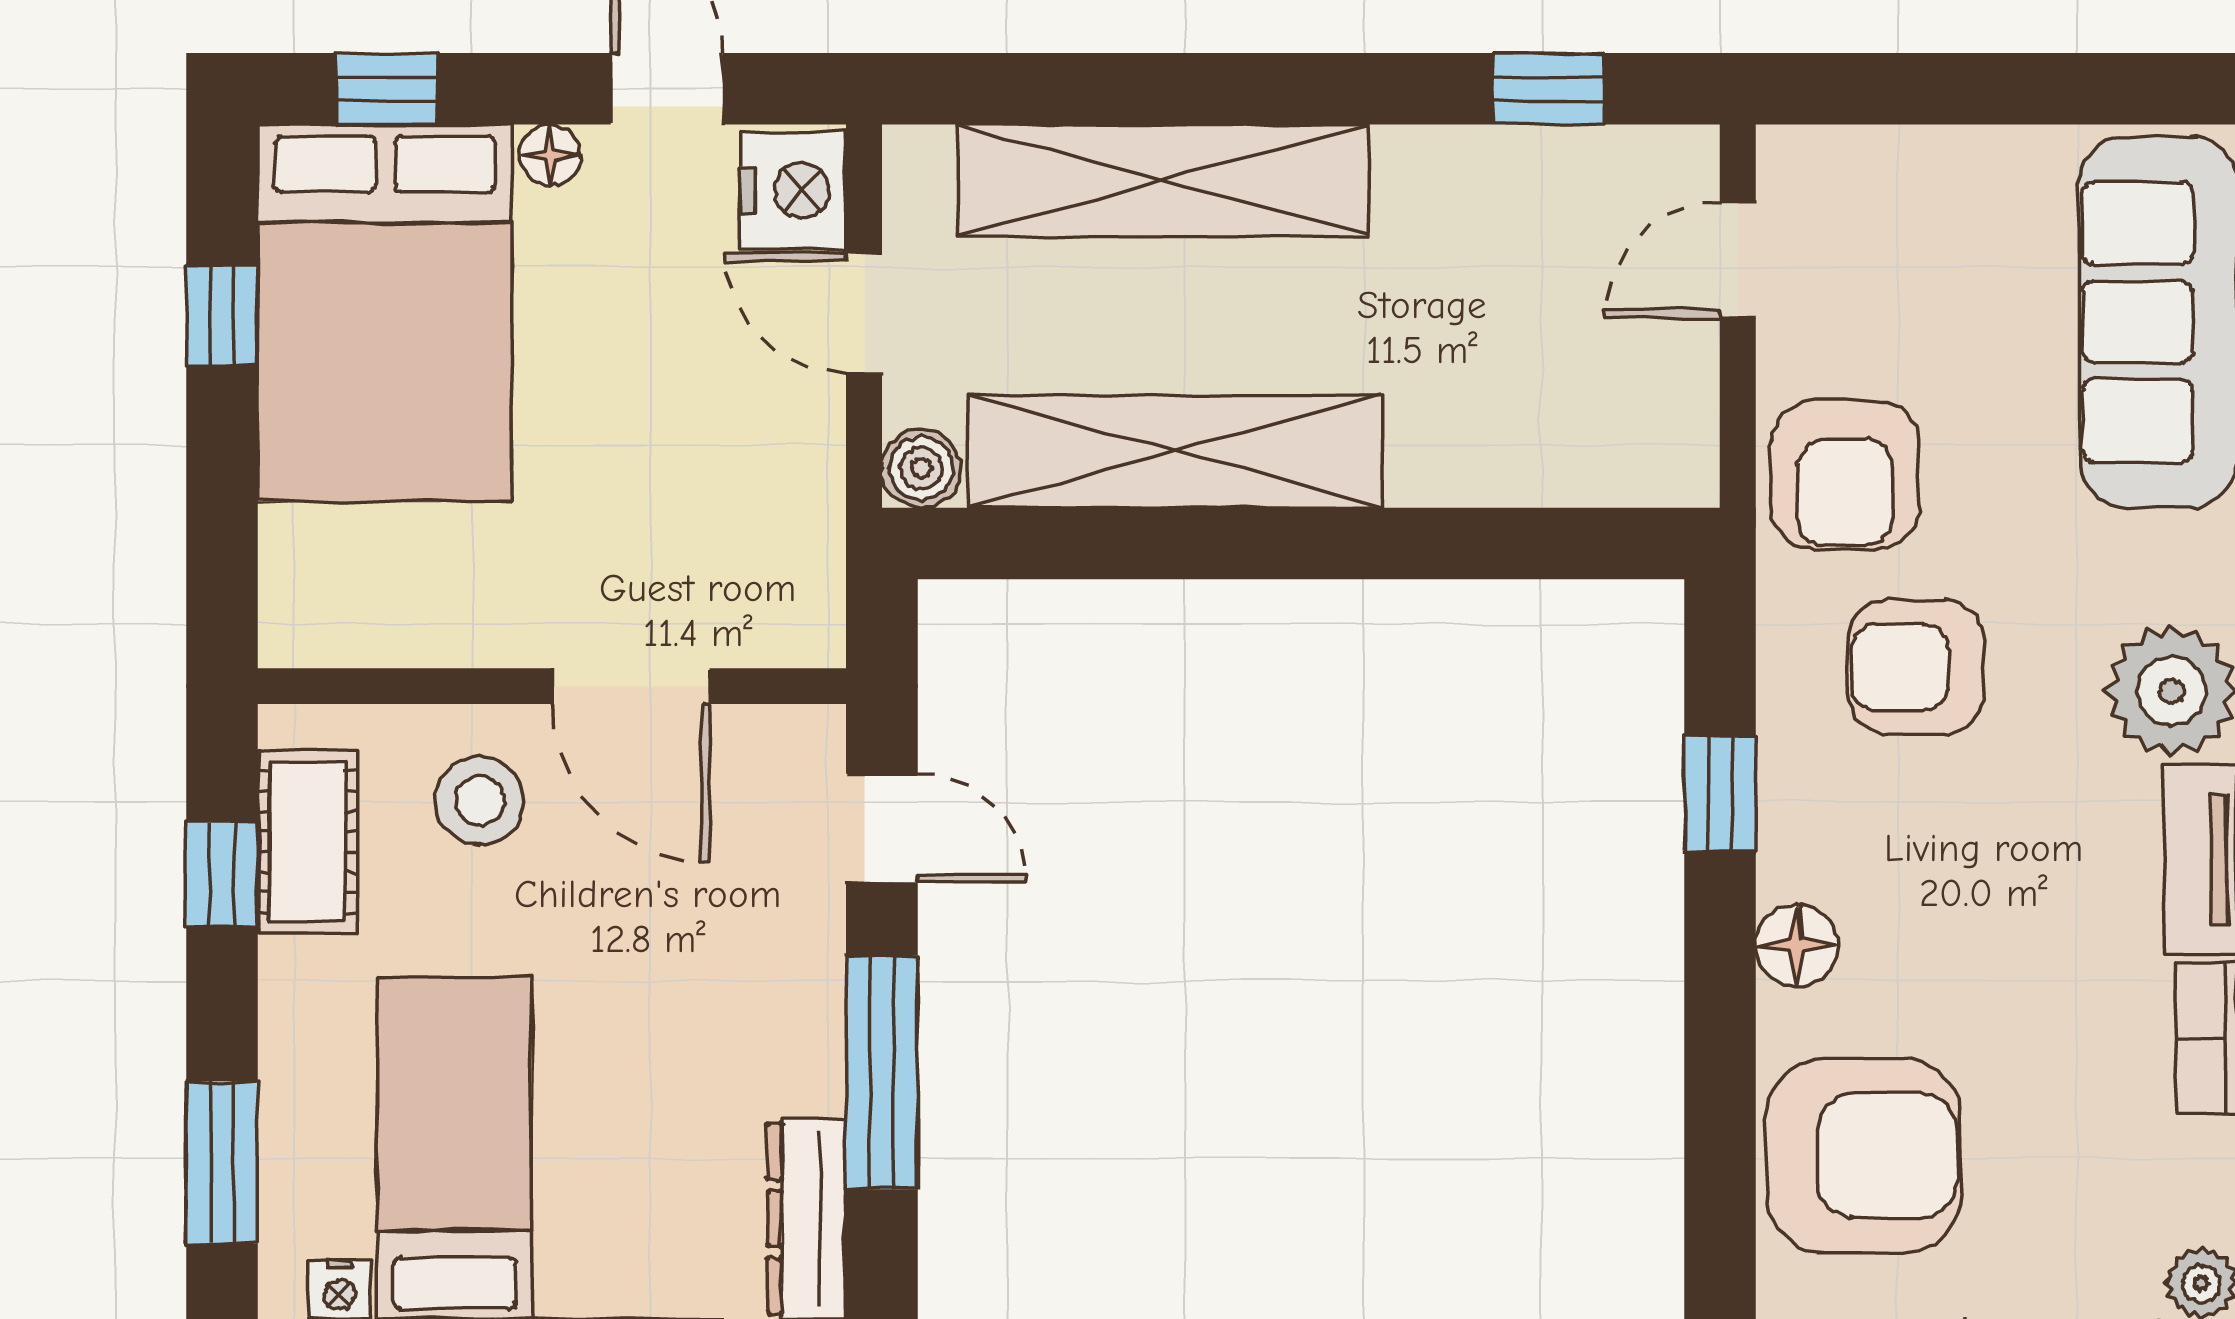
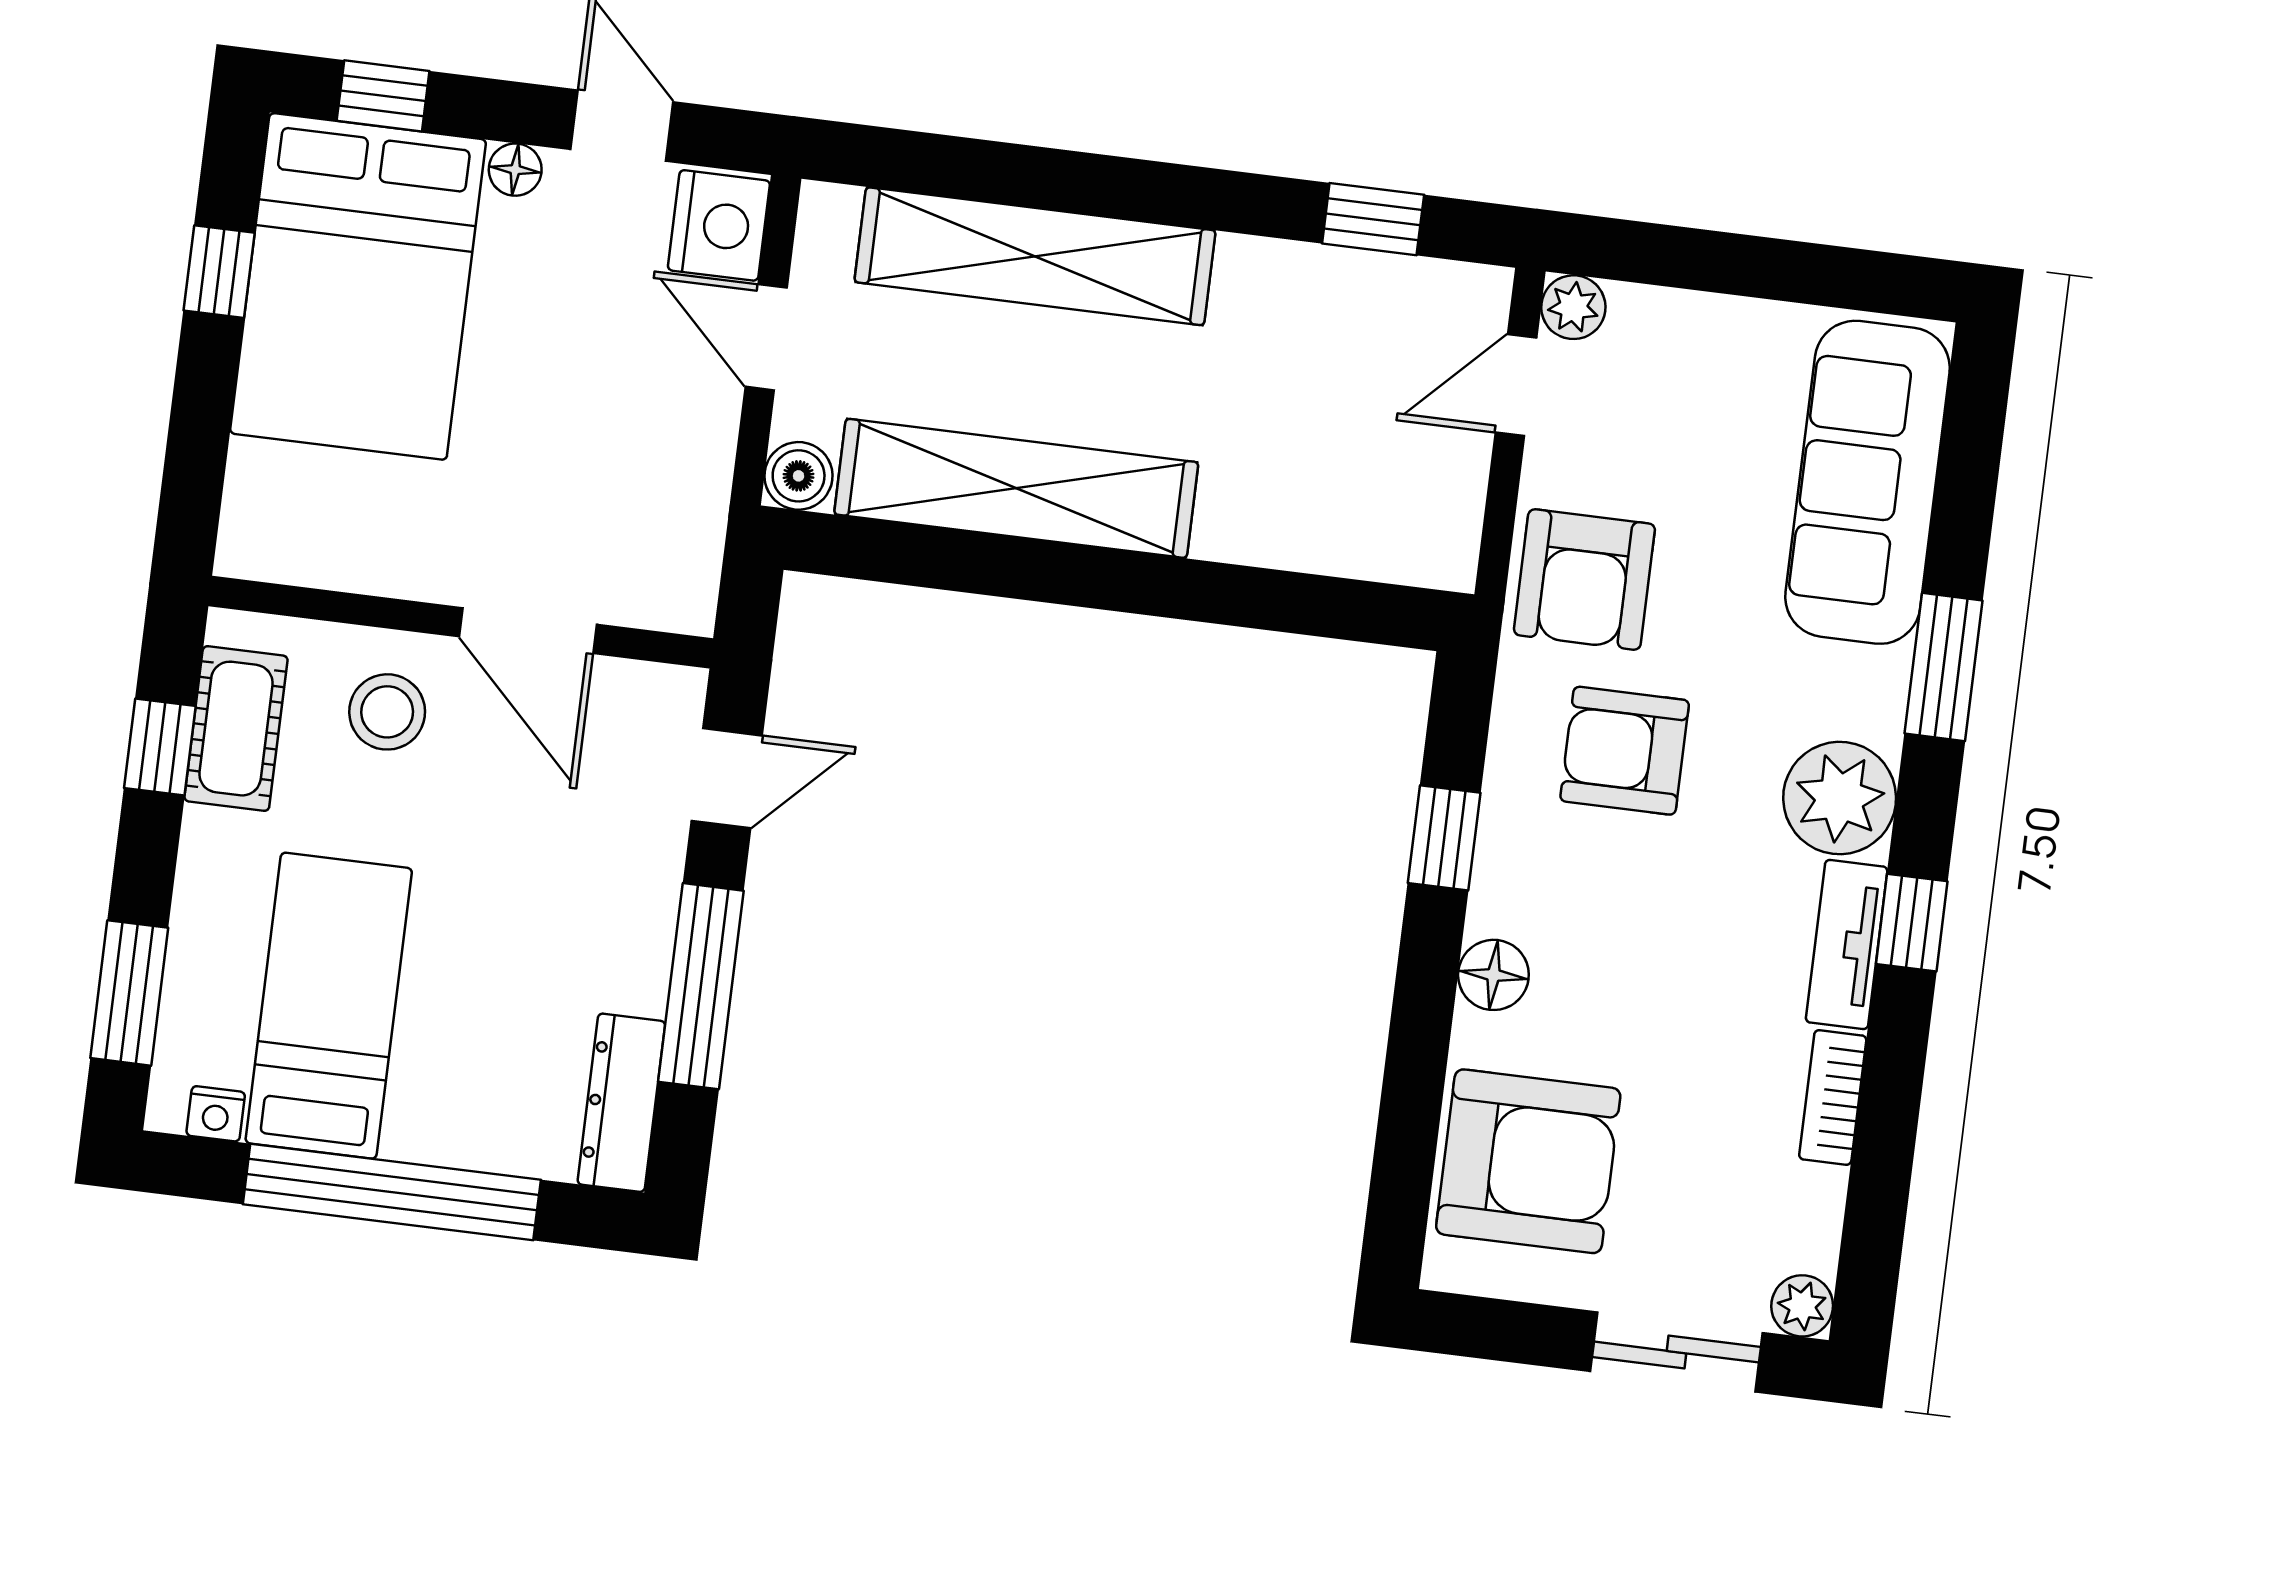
plant: (1793, 162) -> (1573, 307), added
door: (882, 828) -> (727, 778), hinge flipped

